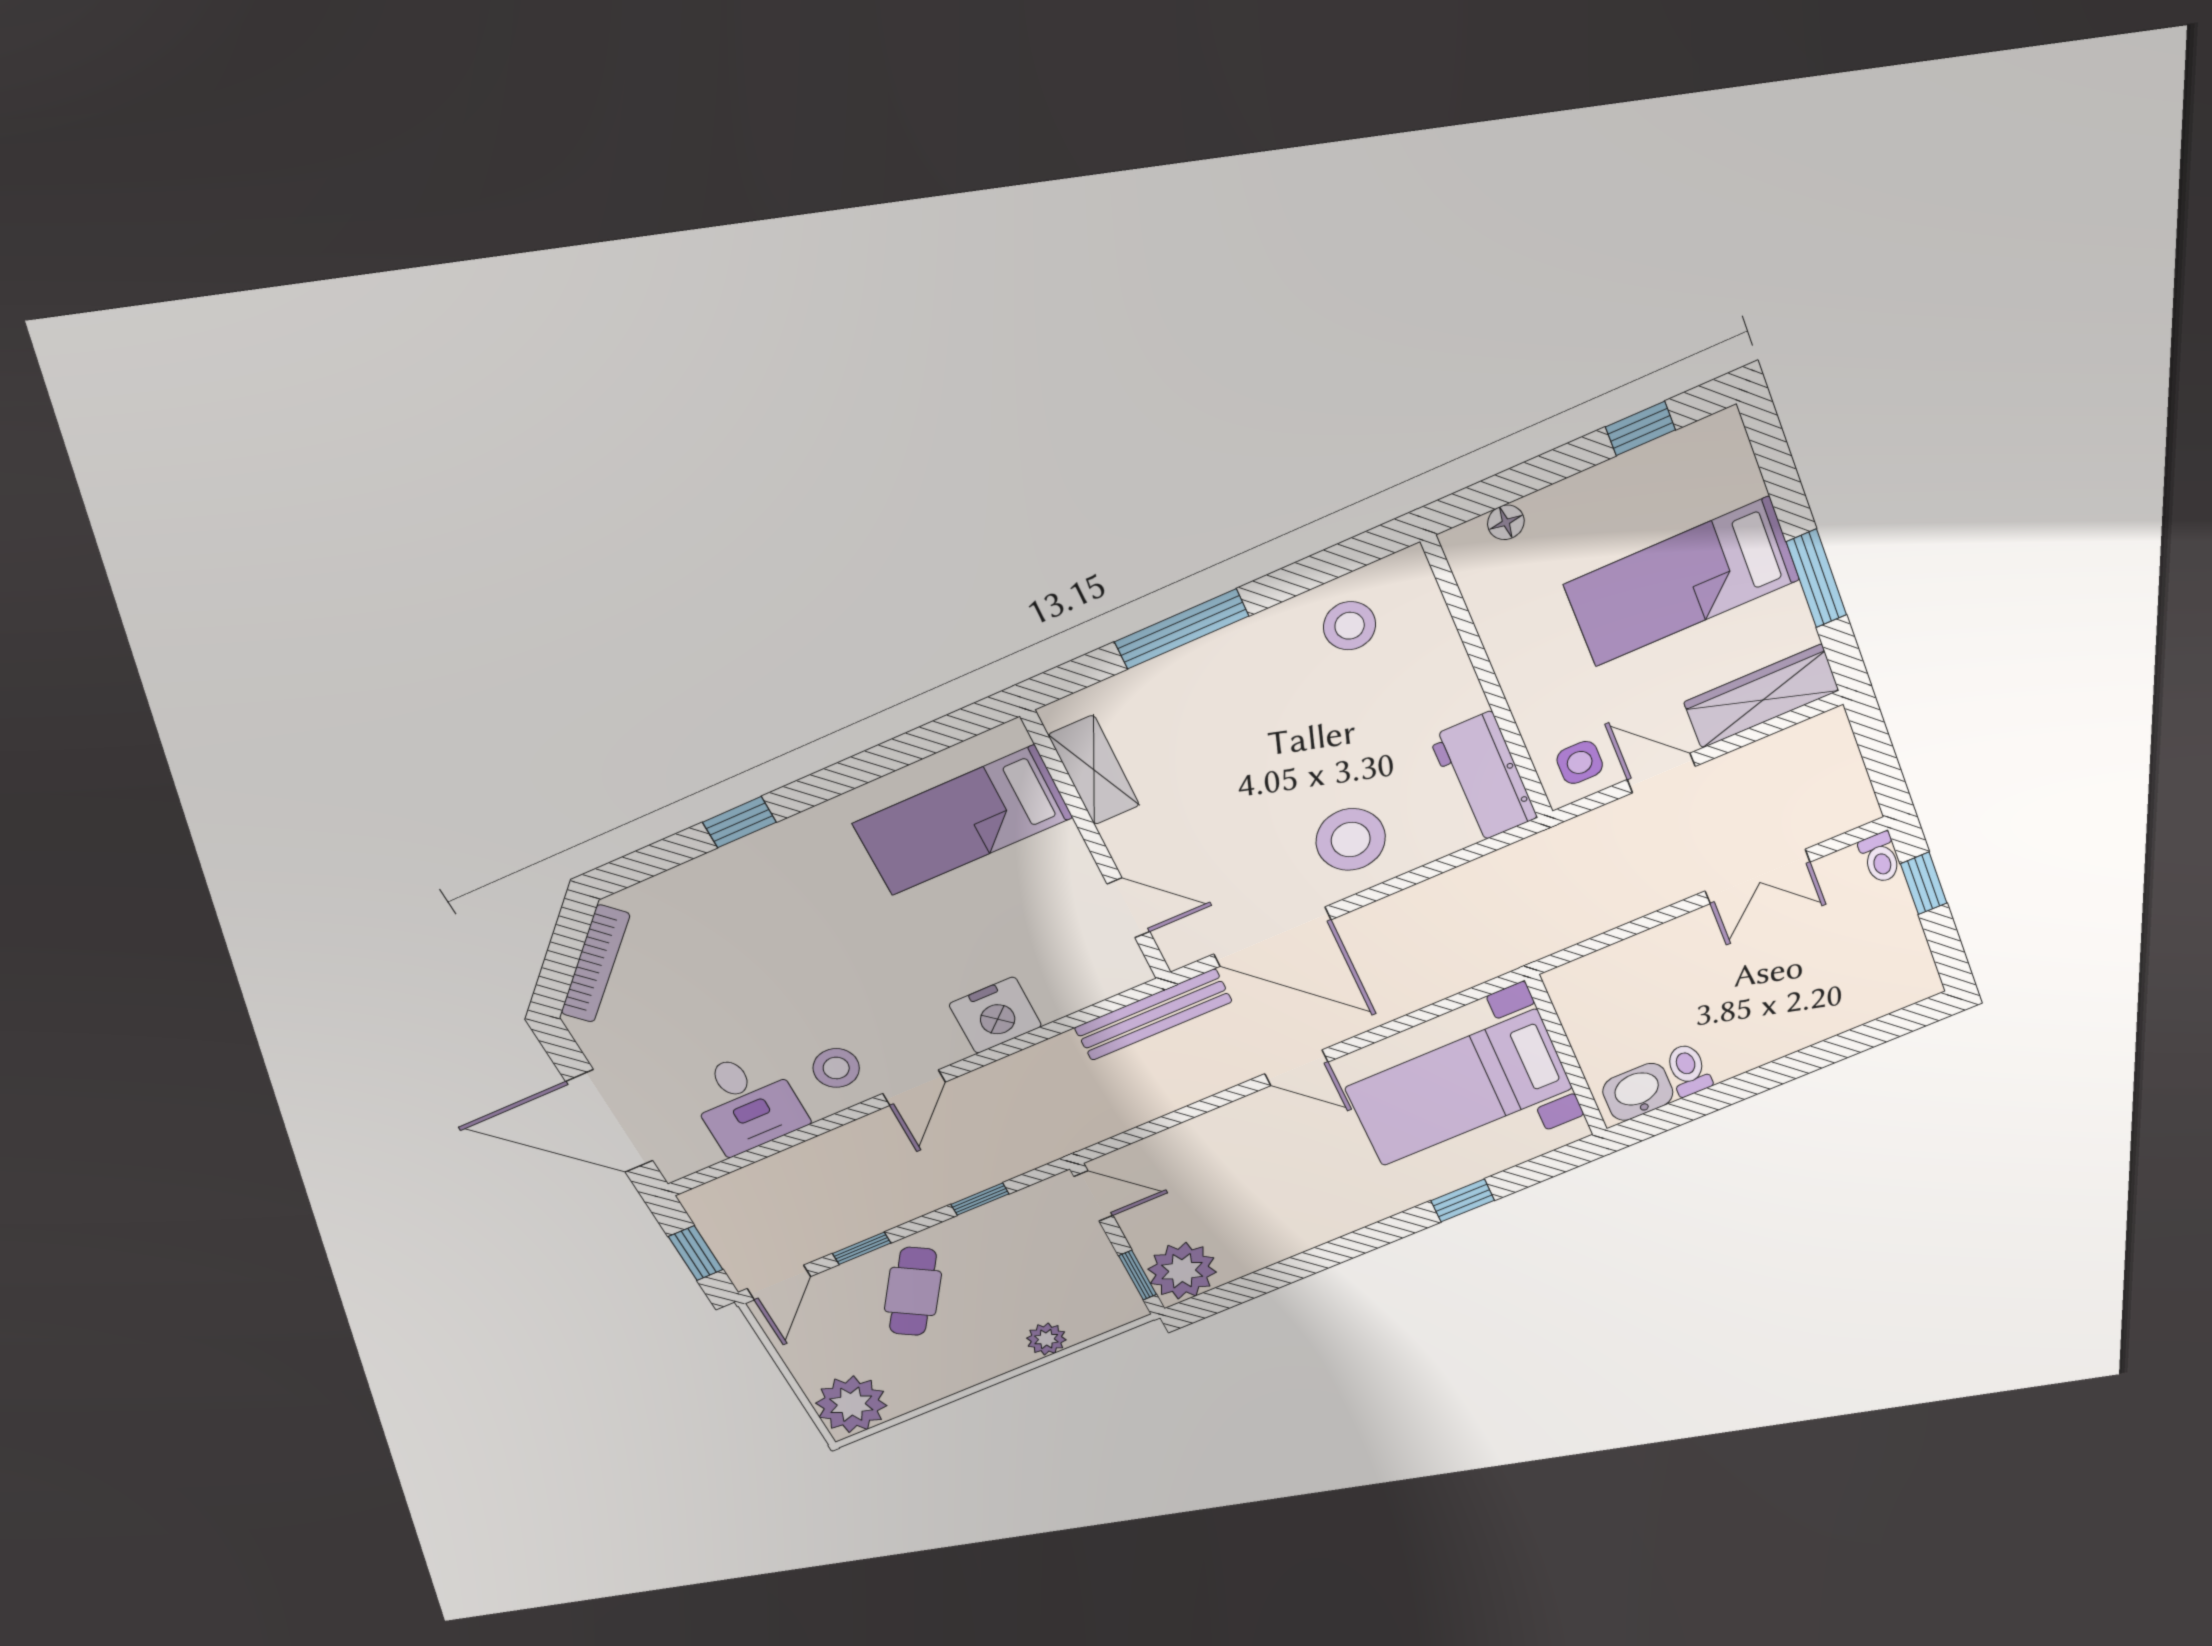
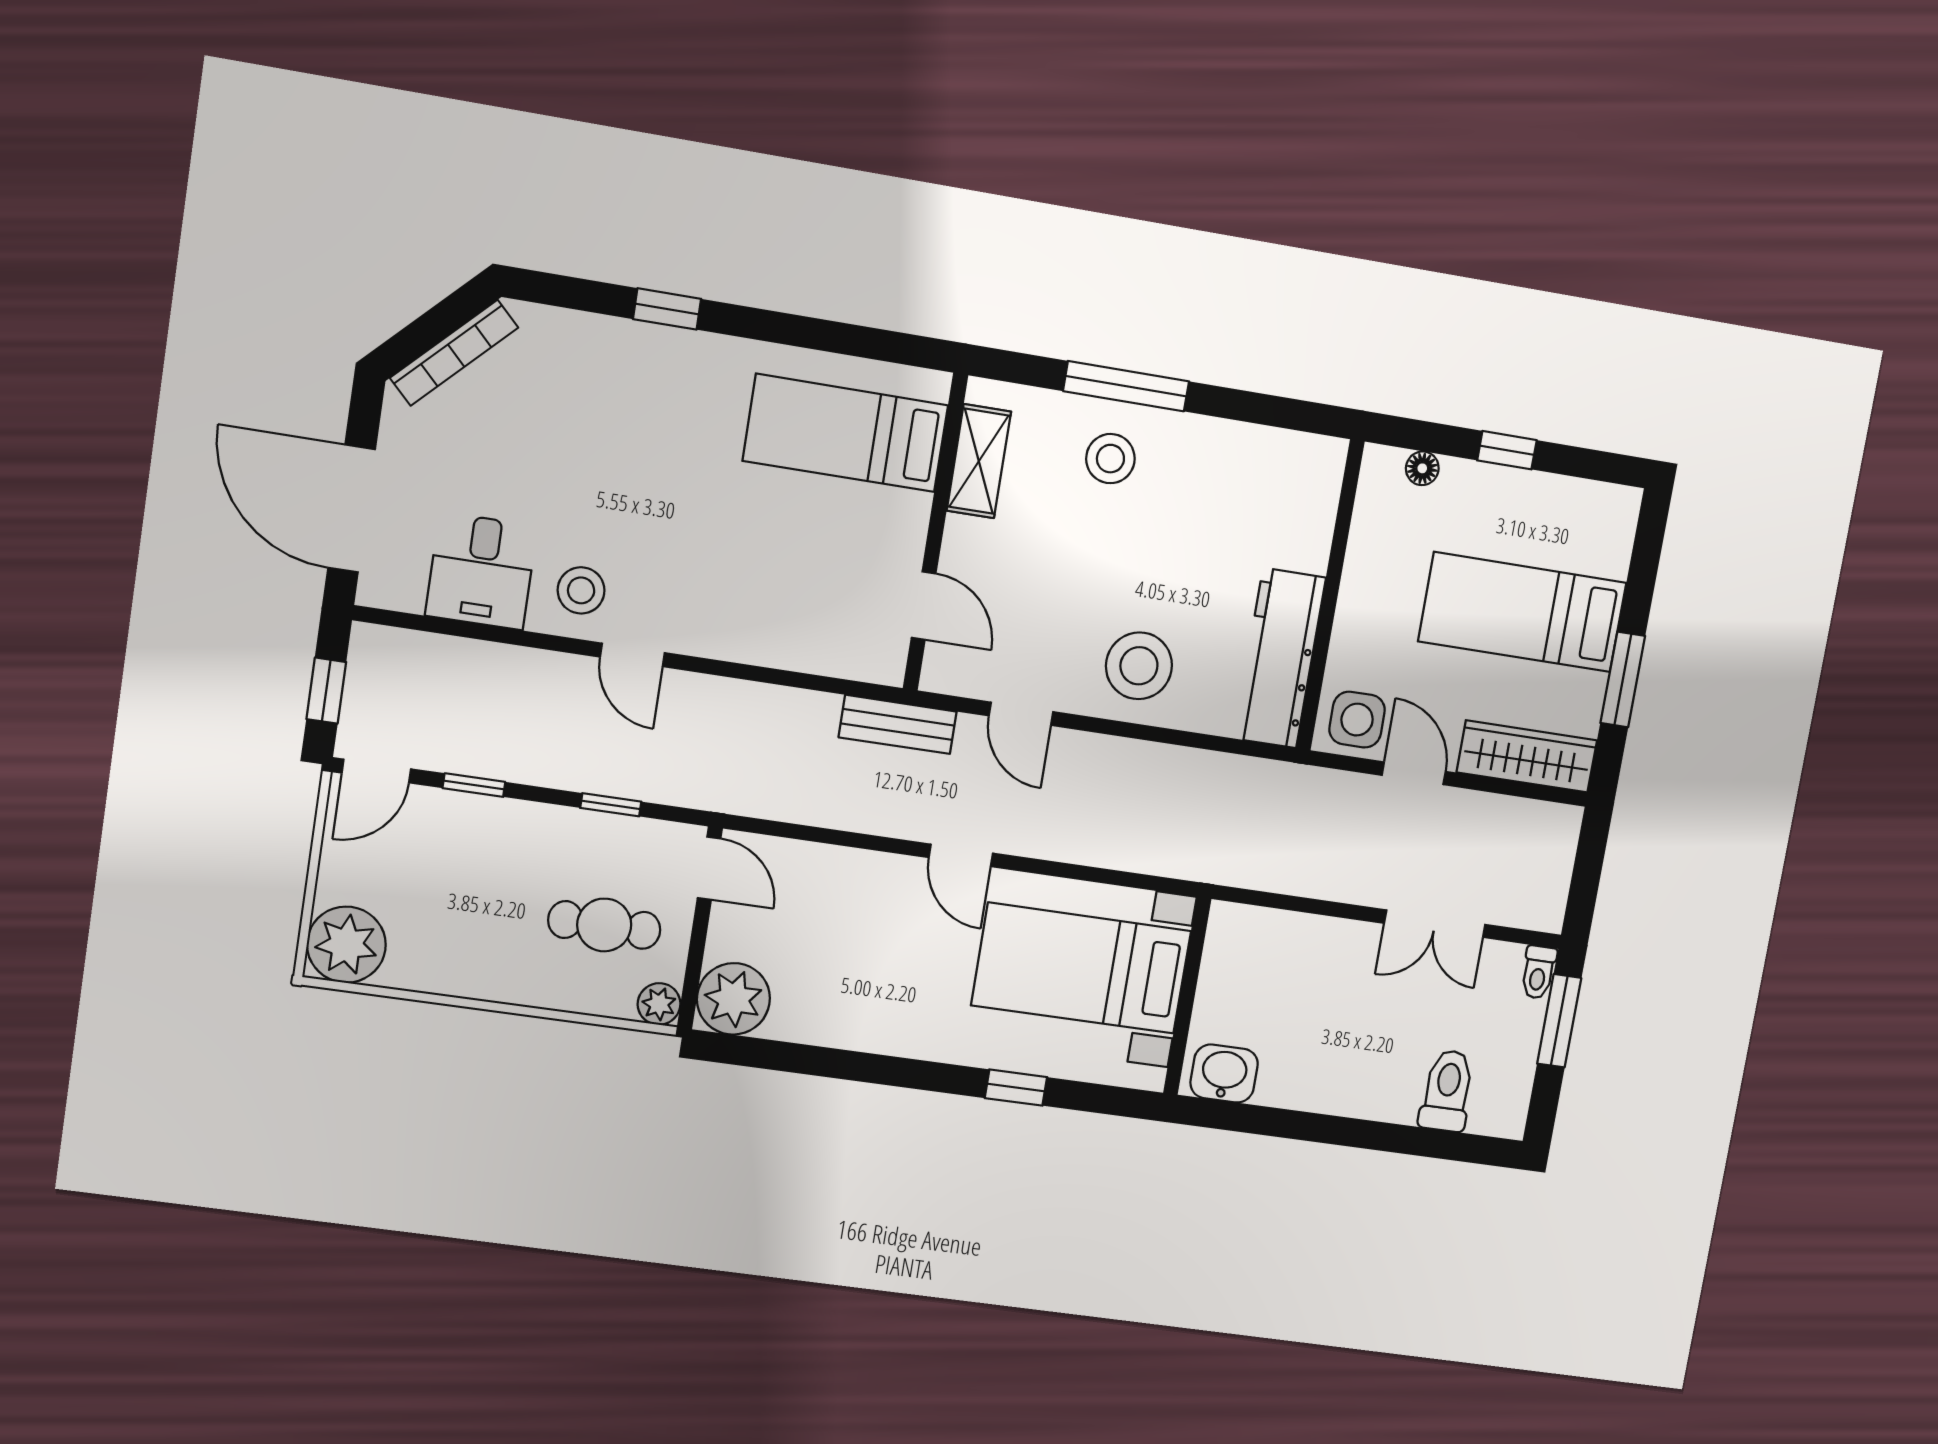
window: (1640, 428) -> (1507, 450), moved
stool: (1350, 626) -> (1110, 459), moved
side table: (1580, 762) -> (1357, 720), width x1.37, depth x1.37
workbench: (1484, 778) -> (1280, 658), width x1.38
window: (1924, 883) -> (1559, 1021), width x1.50
door: (1272, 937) -> (1021, 714), width x0.53
nightstand: (995, 1015) -> (748, 632), removed
bench: (1153, 1015) -> (898, 724), width x0.73
toilet: (1688, 1070) -> (1447, 1091), moved, width x1.37, depth x1.39
door: (914, 1088) -> (632, 655), hinge flipped
window: (1138, 1275) -> (692, 977), removed
cafe table: (913, 1291) -> (604, 925), moved, turned 57
plant: (1046, 1339) -> (659, 1004), moved

